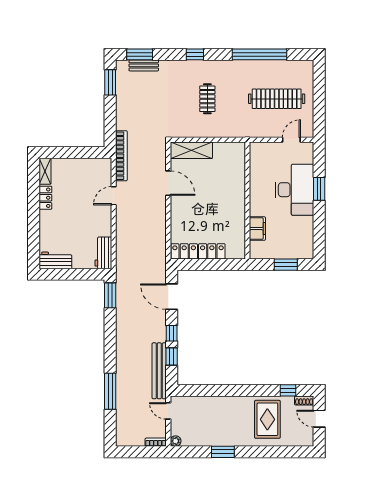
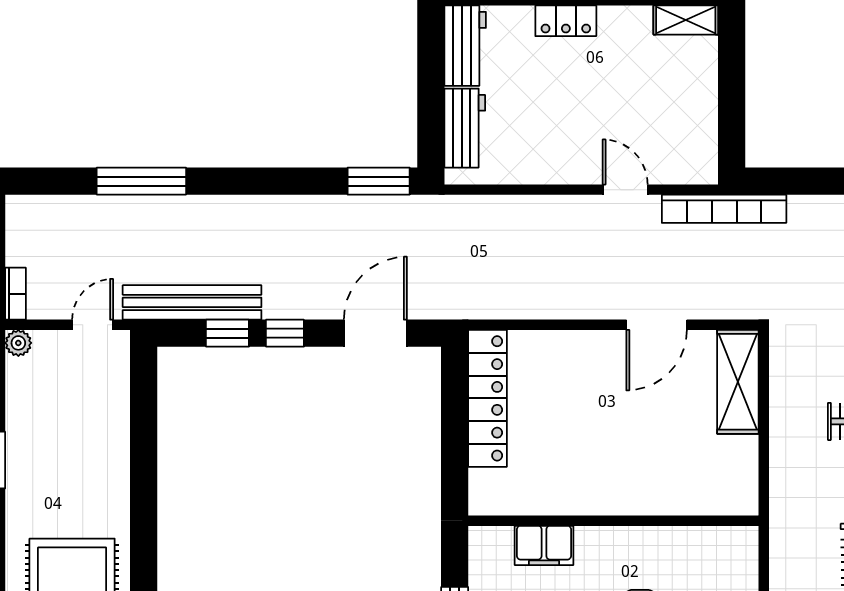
locker: (45, 198) -> (566, 21), moved
workbench: (103, 253) -> (465, 128), moved, turned 90

